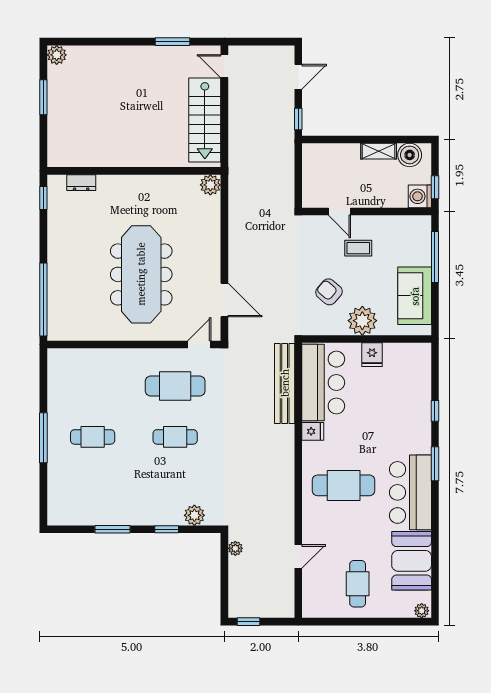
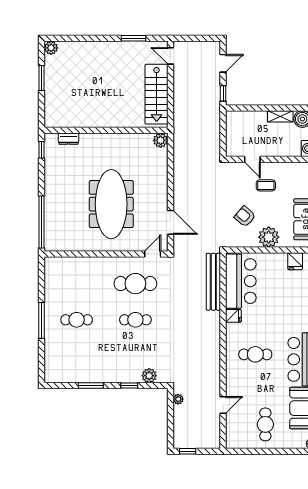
fridge: (372, 355) -> (295, 261), moved
cafe table: (344, 485) -> (255, 354), width x0.73, depth x0.74

